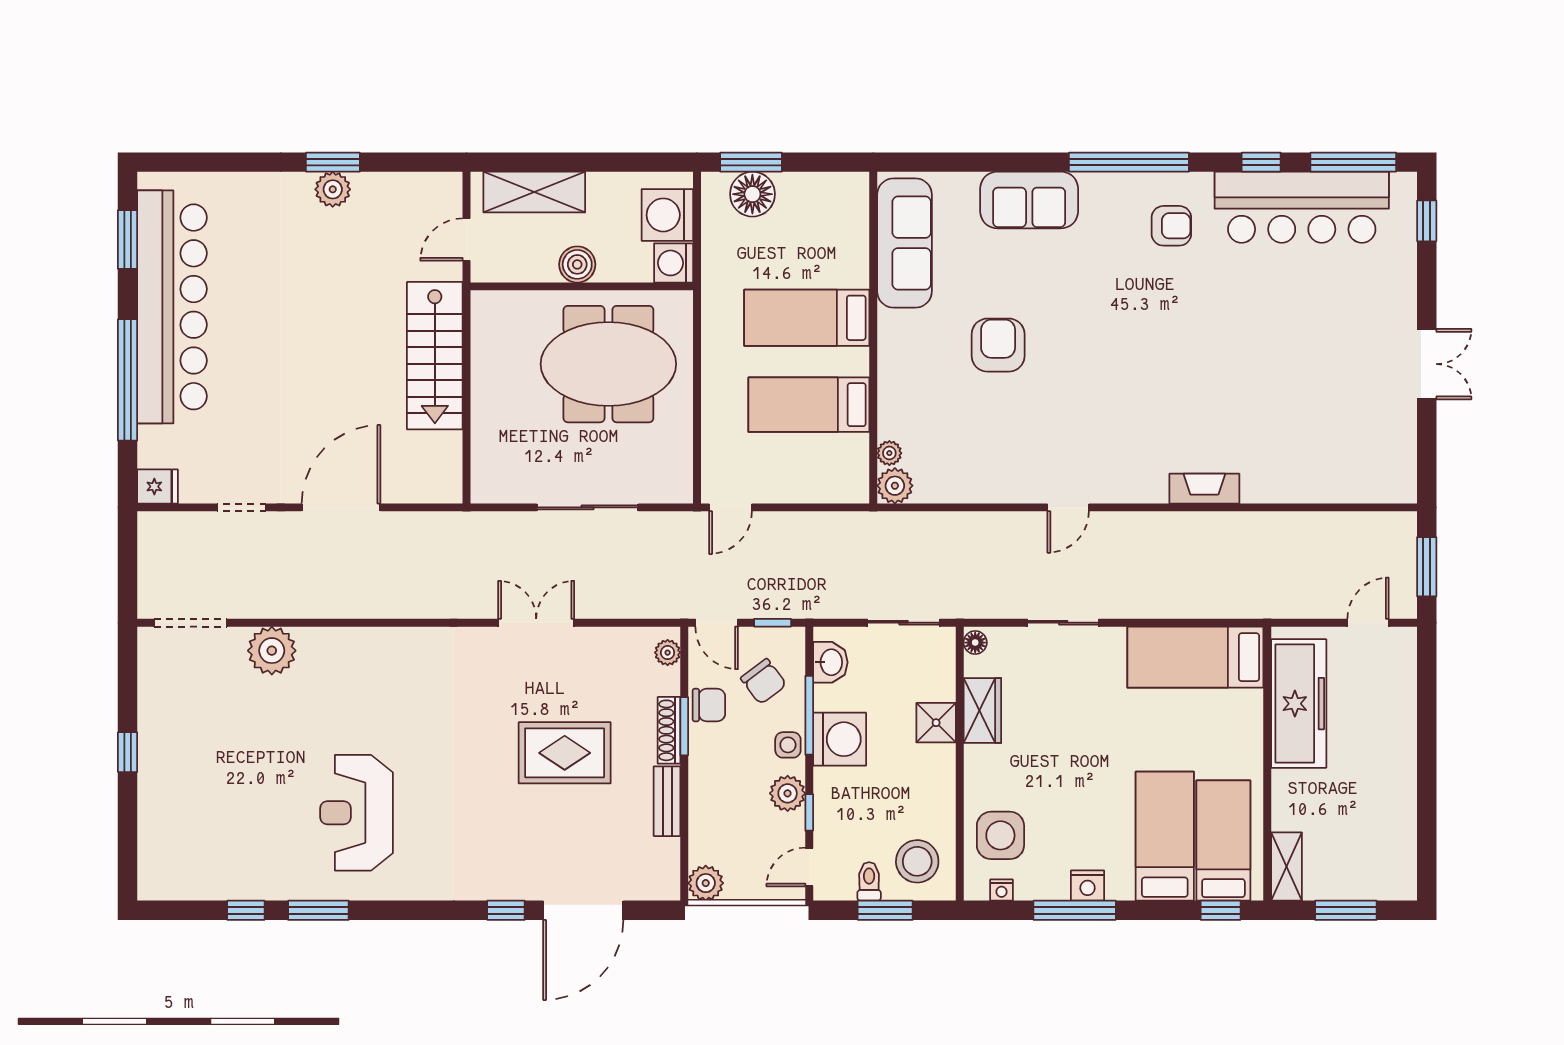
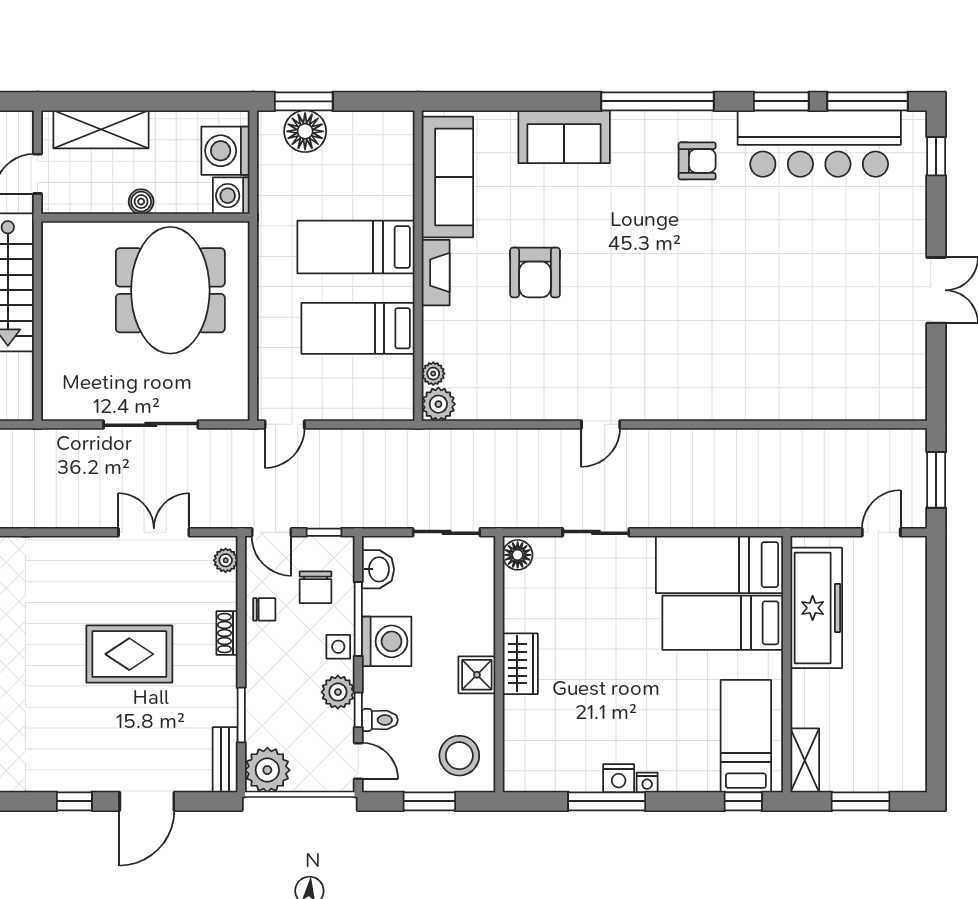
window: (1261, 162) -> (781, 101), width x1.50
boiler: (577, 264) -> (141, 202), width x0.73, depth x0.73
armchair: (998, 345) -> (535, 272), turned 180
meeting table: (608, 364) -> (170, 290), turned 90
fireplace: (1204, 489) -> (436, 273), moved, turned 90
double door: (536, 623) -> (154, 532), moved
floor lamp: (975, 643) -> (518, 555), width x1.37, depth x1.37
chair: (764, 681) -> (315, 587), turned 37
chair: (709, 705) -> (264, 609), width x0.73, depth x0.73
wardrobe: (982, 710) -> (520, 664), moved
shower: (936, 723) -> (477, 675), moved
window: (684, 726) -> (241, 715), moved
shoe rack: (669, 730) -> (227, 633), width x0.70
bench: (667, 801) -> (225, 760), moved
side table: (1000, 835) -> (537, 731), removed
bed: (1165, 836) -> (723, 623), moved, turned -90
door: (809, 867) -> (358, 761), swing flipped
toilet: (869, 881) -> (380, 720), moved, turned 90
plant: (706, 883) -> (267, 770), width x1.36, depth x1.36
nightstand: (1001, 890) -> (647, 783), moved
door: (583, 910) -> (147, 801), width x0.73

